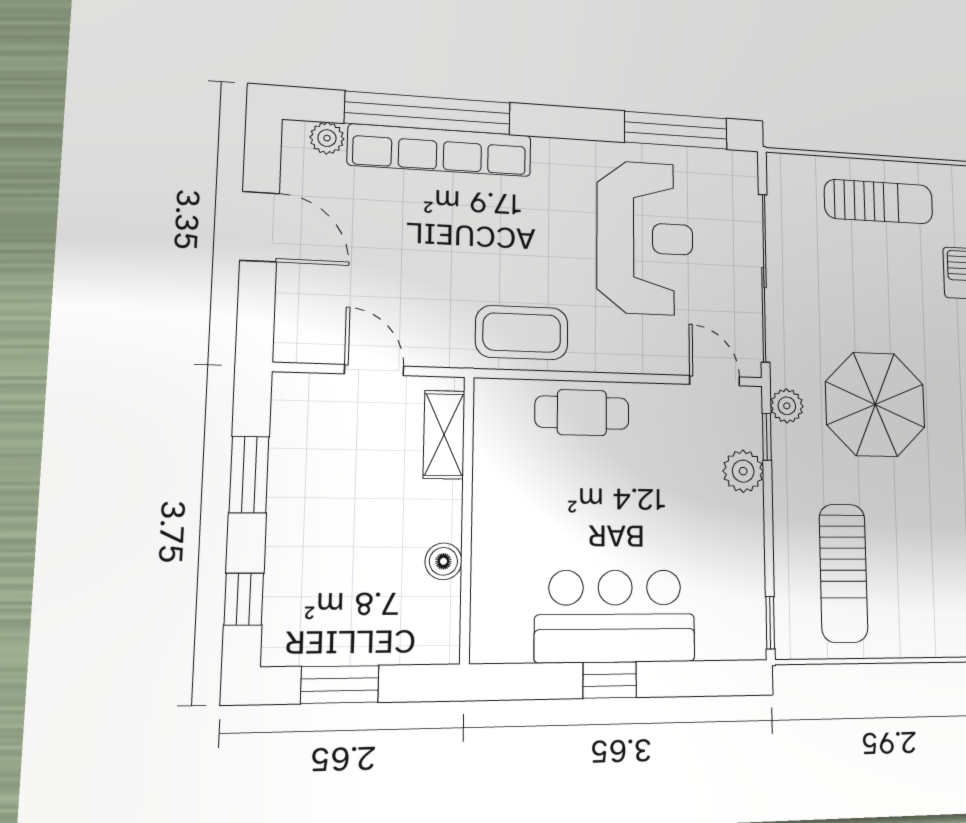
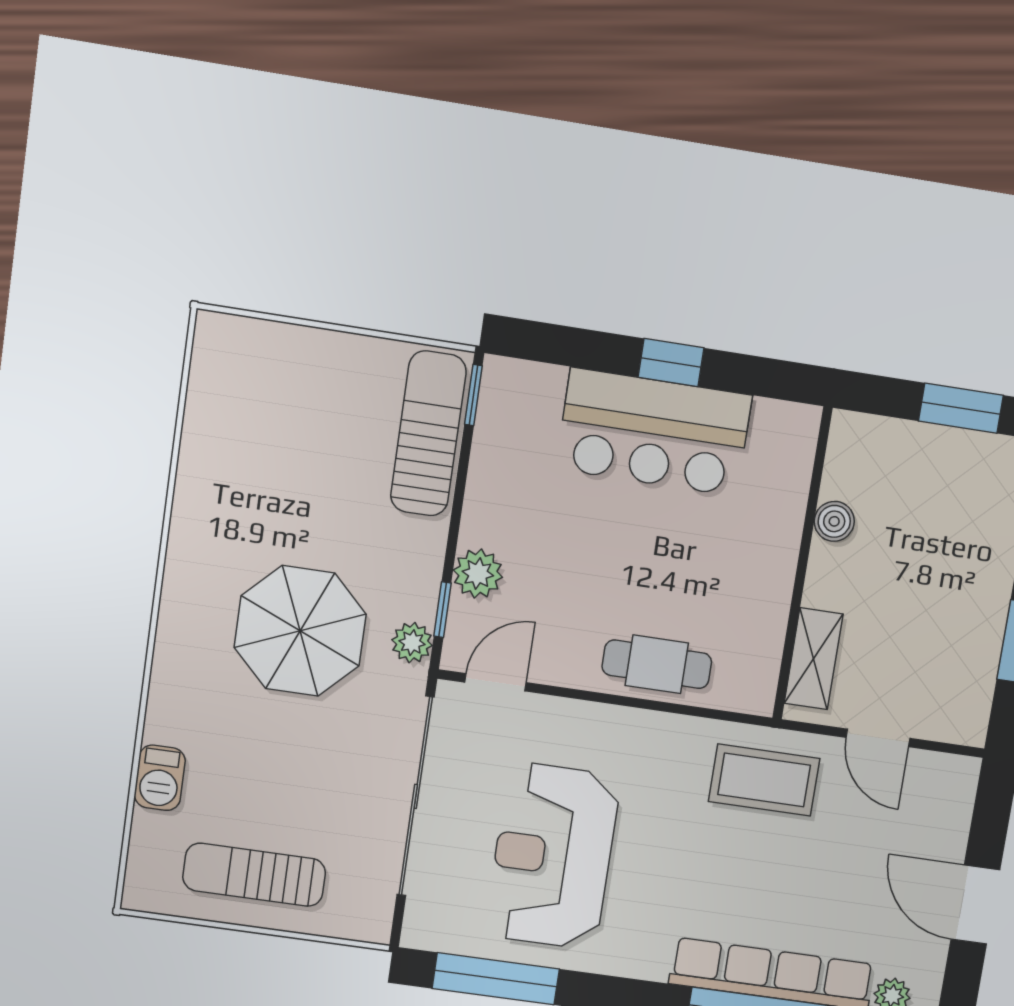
coffee table: (522, 333) -> (764, 780), moved
door: (715, 381) -> (496, 682), swing flipped
sun lounger: (843, 573) -> (428, 434), moved

